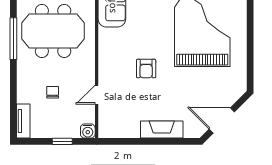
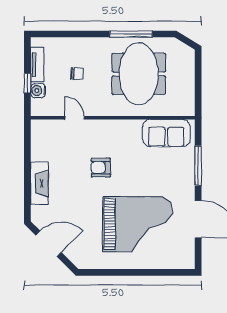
tv unit: (23, 121) -> (37, 65), moved, turned -90
door: (222, 121) -> (49, 244), hinge flipped
water cooler: (88, 131) -> (38, 91), moved

